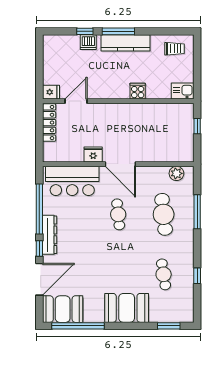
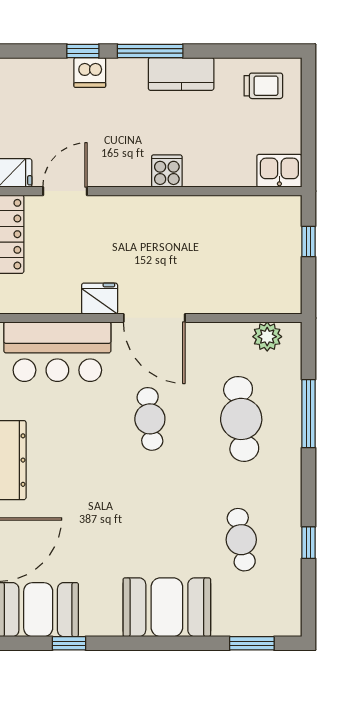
kitchen counter: (126, 43) -> (181, 74), width x0.67
cooker: (138, 91) -> (167, 171), moved
window: (78, 326) -> (69, 643), width x0.32

